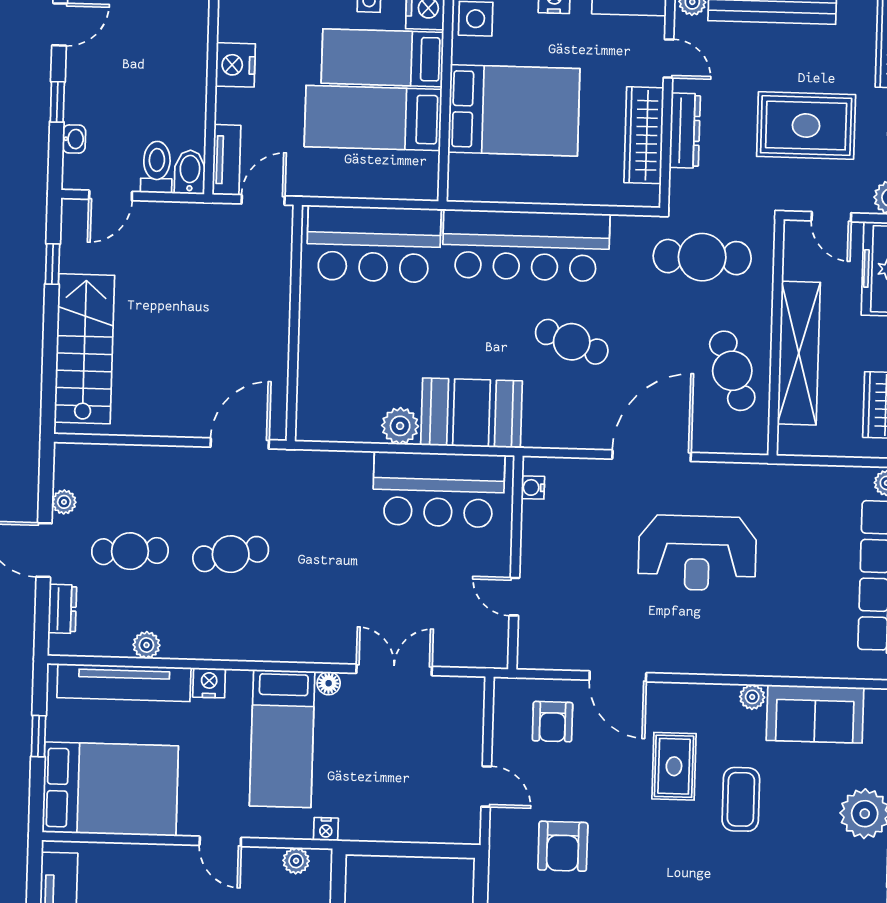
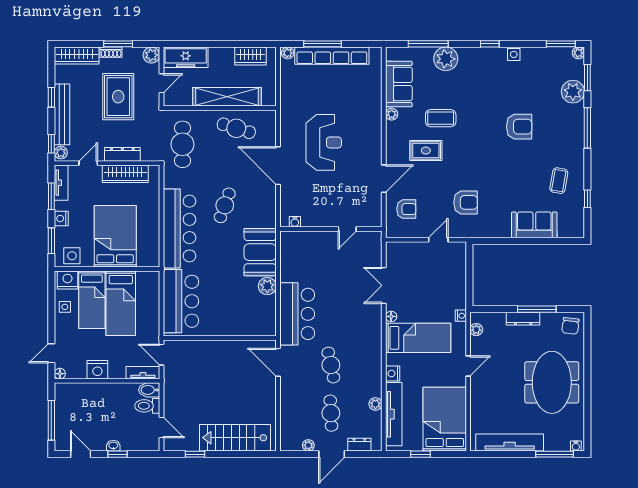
washbasin: (74, 139) -> (113, 446), moved
cafe table: (732, 371) -> (236, 128), turned 37
bar counter: (439, 490) -> (297, 314), moved

